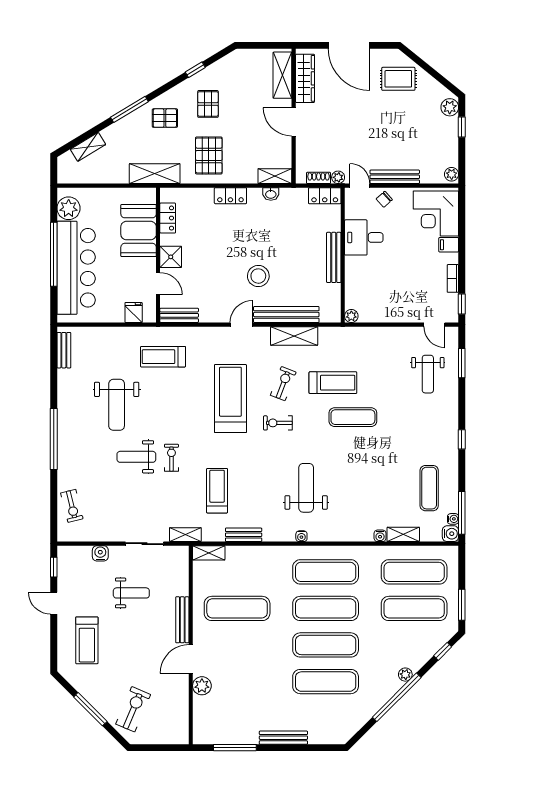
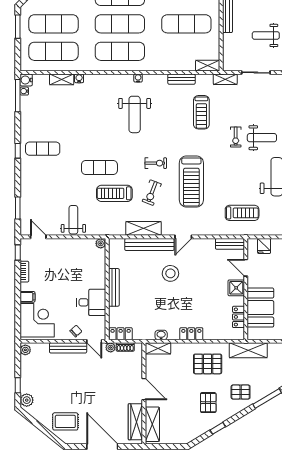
pallet: (209, 155) -> (208, 364), turned 90
weight bench: (428, 374) -> (73, 220), moved
exercise mat: (429, 488) -> (43, 149), moved, turned 90

